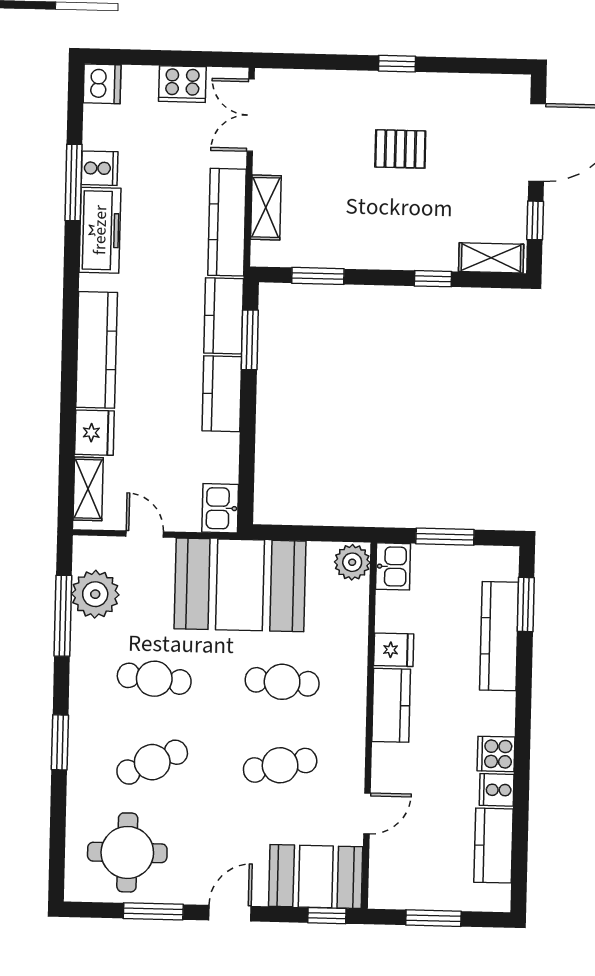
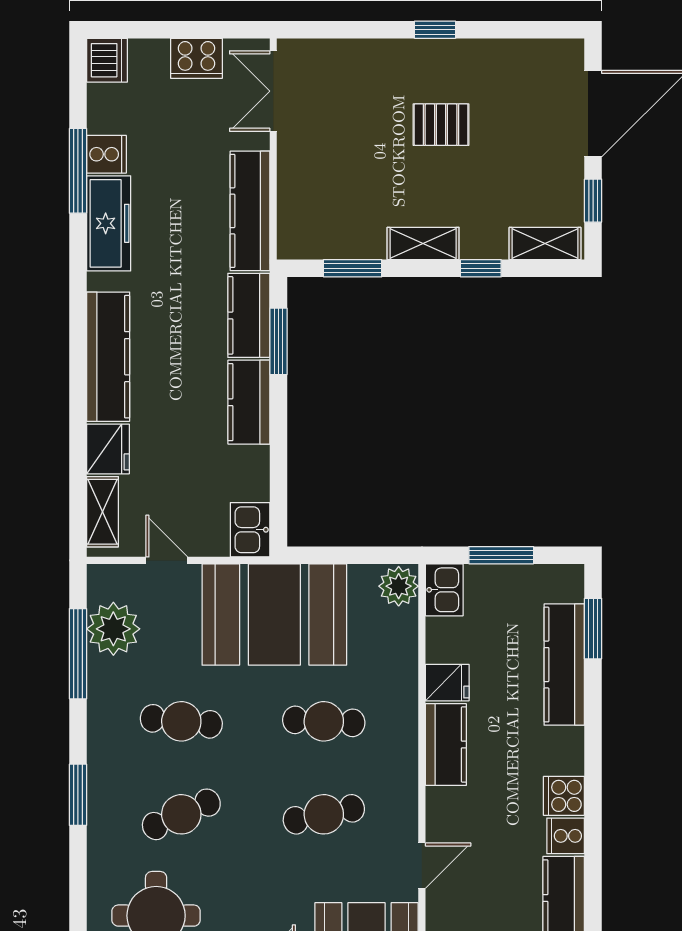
shelving: (266, 207) -> (423, 243), moved, turned 90

